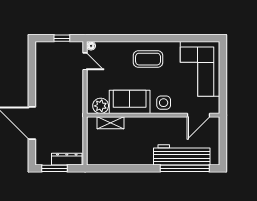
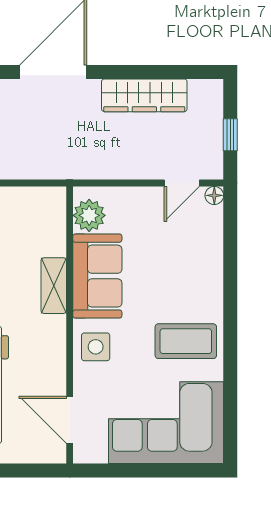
coffee table: (148, 59) -> (186, 341), moved, turned 90
wardrobe: (43, 79) -> (144, 95), added
shelving: (111, 123) -> (54, 286), moved

